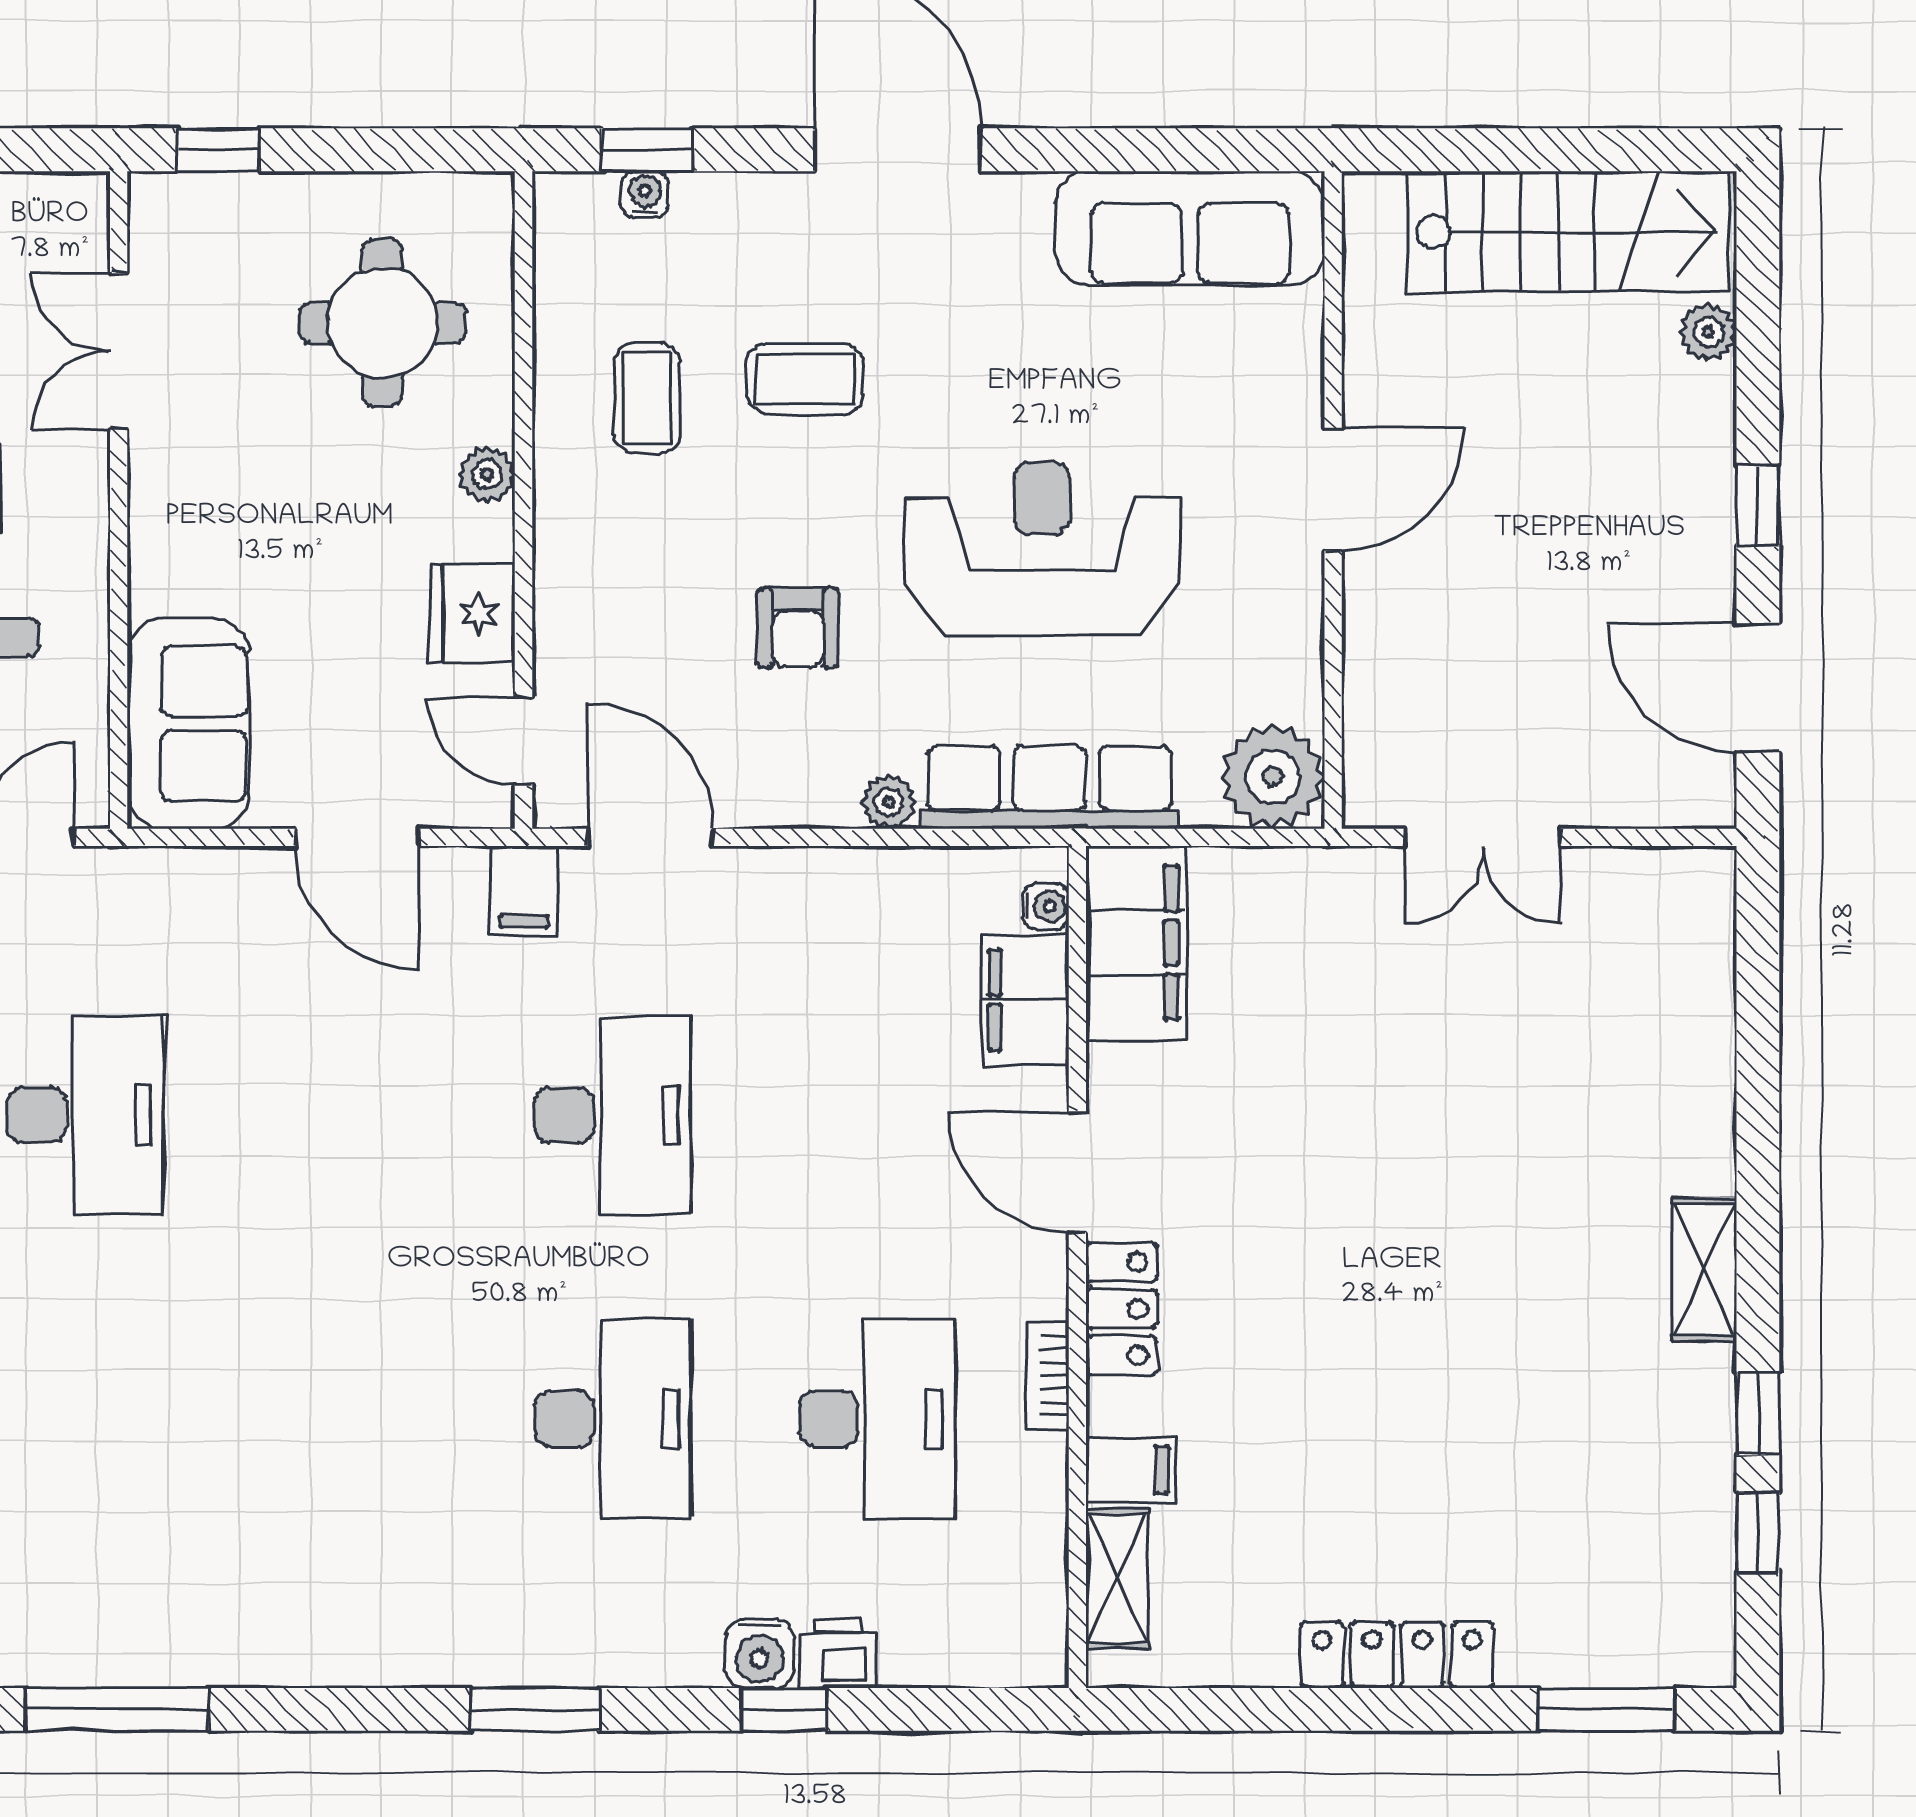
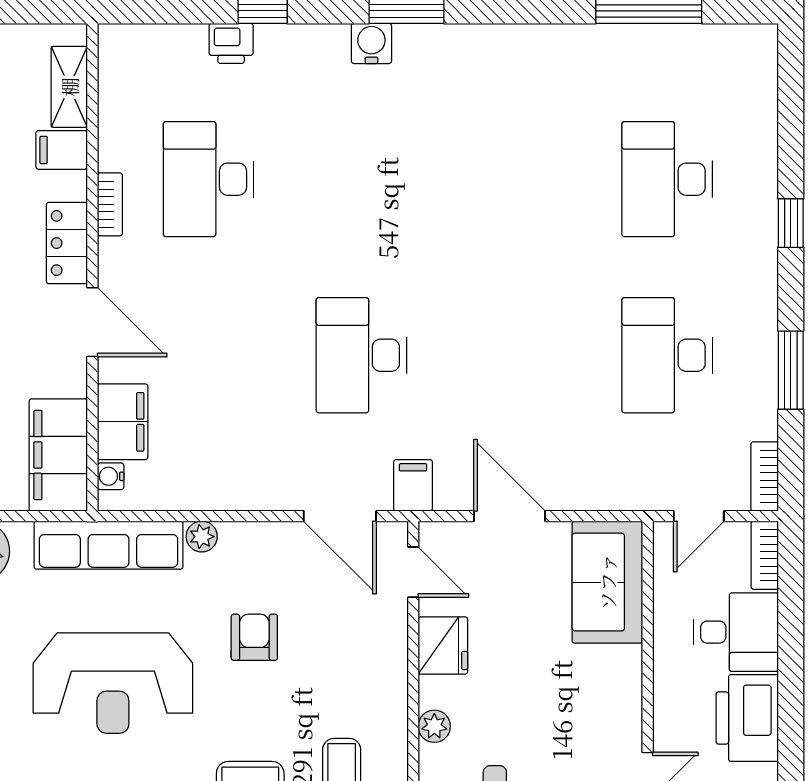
desk: (613, 1419) -> (667, 179), moved
water cooler: (760, 1653) -> (371, 43), moved

